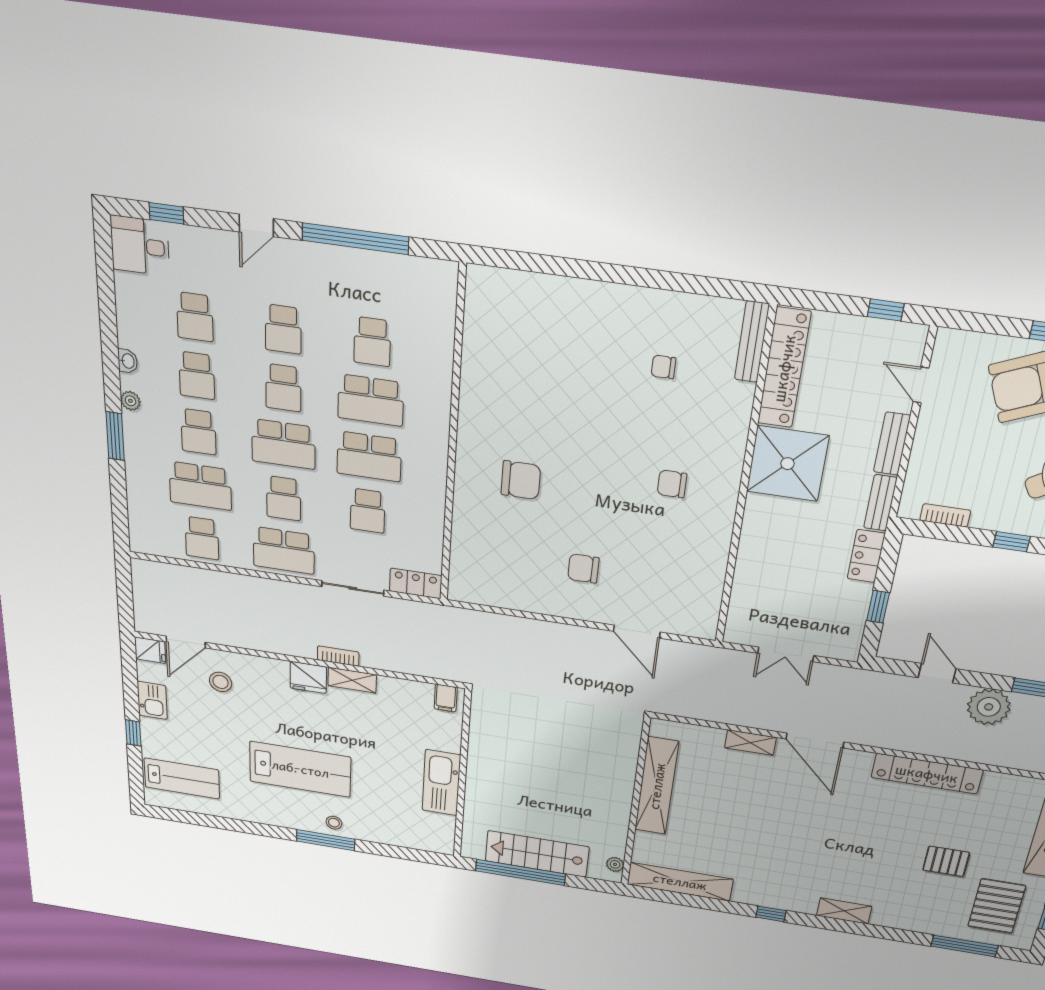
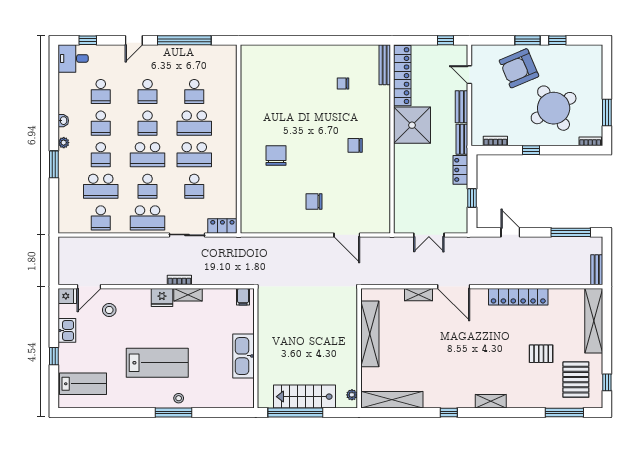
chair: (521, 480) -> (276, 156), turned -90
plant: (989, 707) -> (542, 248), removed

